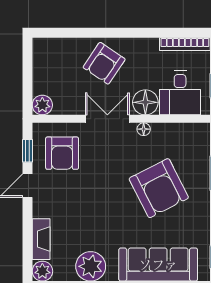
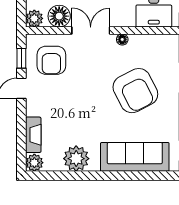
floor lamp: (145, 102) -> (59, 16), moved

